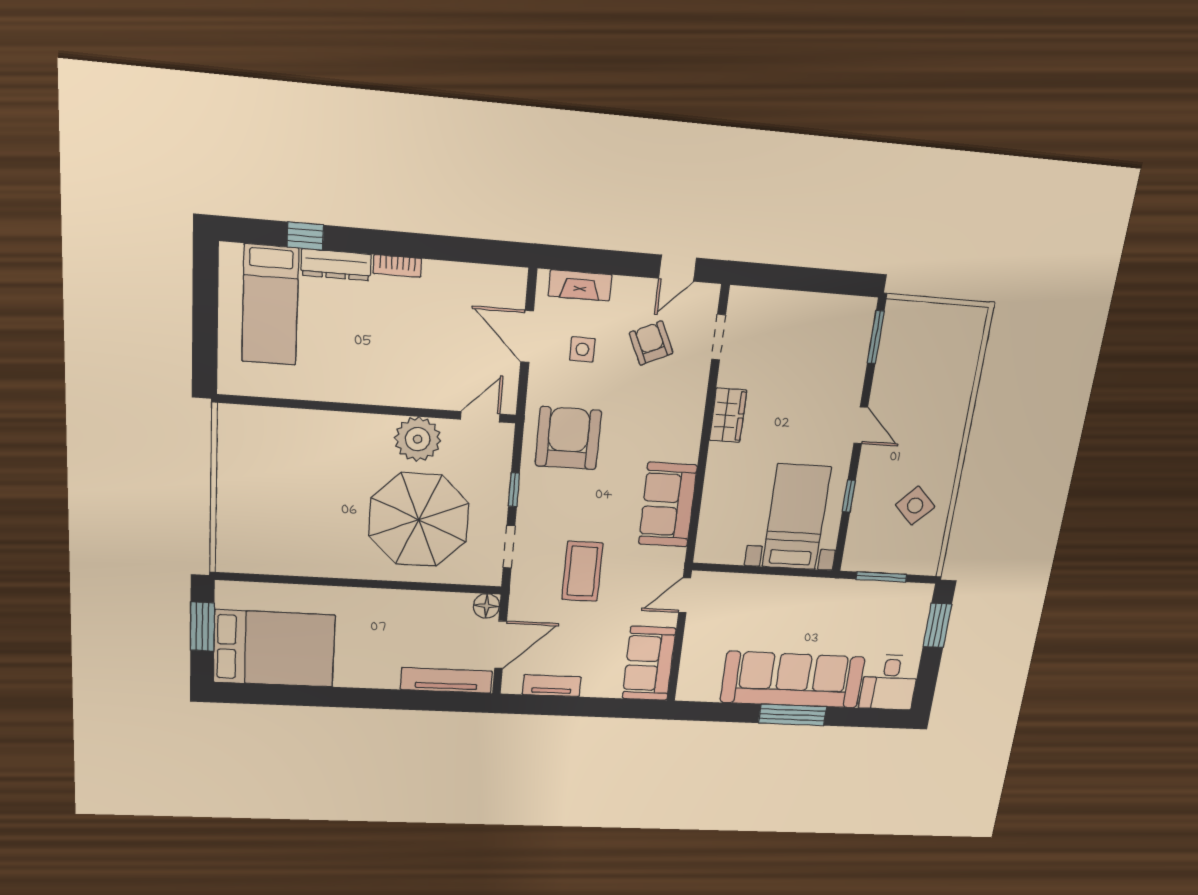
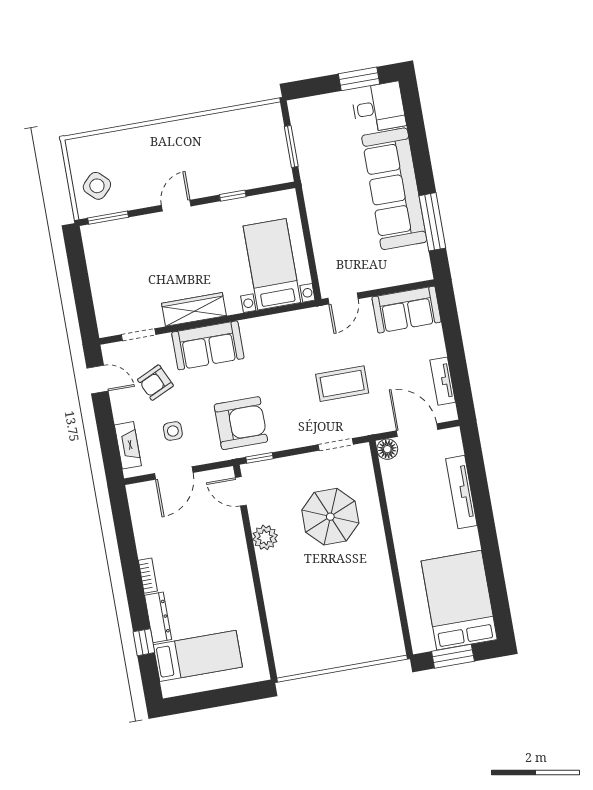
wardrobe: (728, 415) -> (194, 309), width x1.50
armchair: (568, 438) -> (241, 423), turned 180
plant: (418, 439) -> (265, 537), width x0.73, depth x0.73
window: (514, 490) -> (259, 458), moved
sofa: (668, 505) -> (208, 345), moved
side table: (915, 506) -> (97, 186), moved
bed with nightstands: (796, 517) -> (272, 264), moved, turned 90
parasol: (419, 520) -> (330, 517), width x0.73, depth x0.73
door: (685, 595) -> (343, 299), hinge flipped
window: (937, 625) -> (359, 79), moved
tv unit: (446, 680) -> (461, 492), moved
window: (792, 715) -> (432, 222), moved

